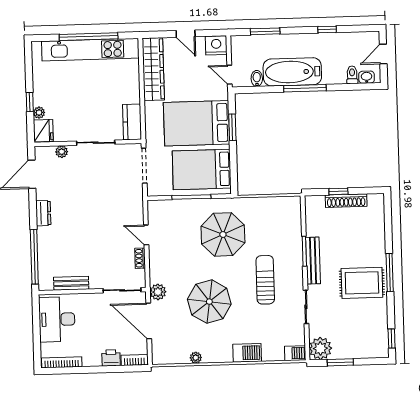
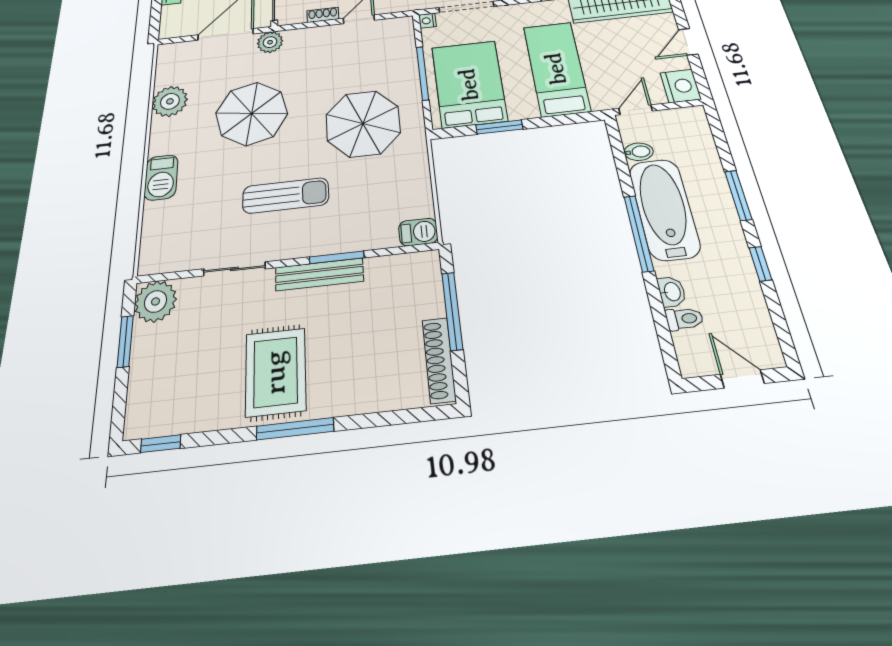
window: (265, 31) -> (738, 195), moved
washbasin: (367, 77) -> (672, 292), moved
bed: (197, 123) -> (556, 68), width x0.67
window: (232, 127) -> (499, 127), moved
nightstand: (152, 191) -> (427, 21), added
window: (338, 191) -> (452, 311), width x2.17
shoe rack: (346, 201) -> (439, 360), moved
barbecue: (295, 353) -> (418, 232), moved, turned -90
plant: (196, 358) -> (170, 101), width x1.88, depth x1.88
bookcase: (134, 360) -> (167, 22), removed

